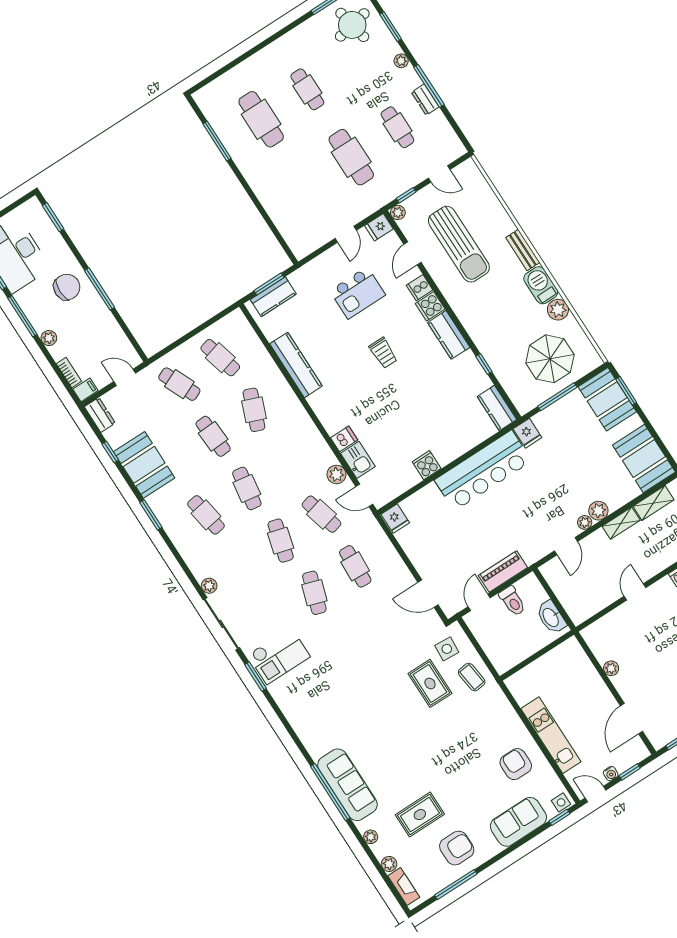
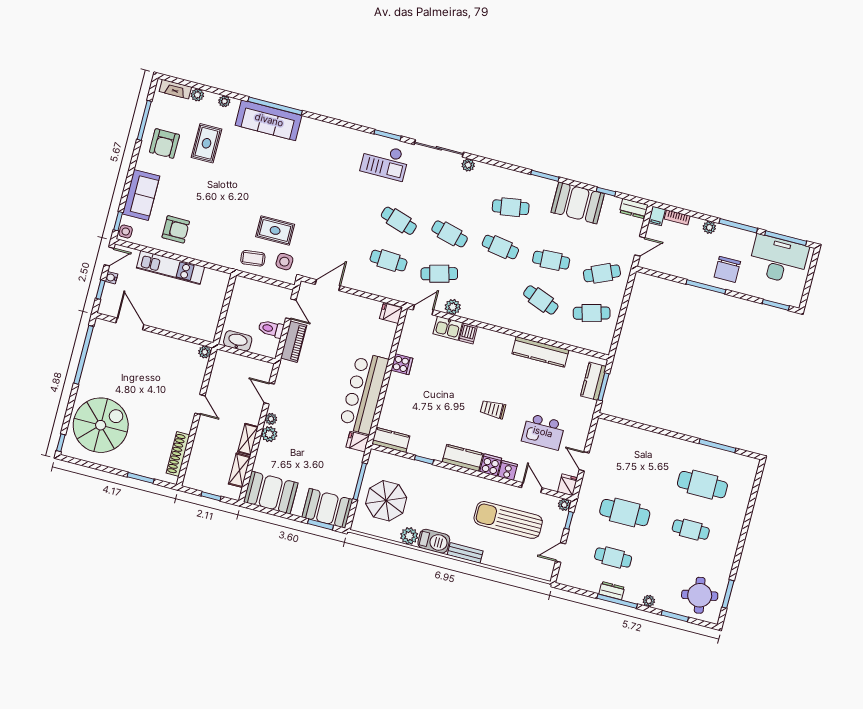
kitchen island: (358, 293) -> (543, 432), turned -90
checkout: (279, 656) -> (385, 161), turned -90
plant: (611, 668) -> (205, 352), moved

